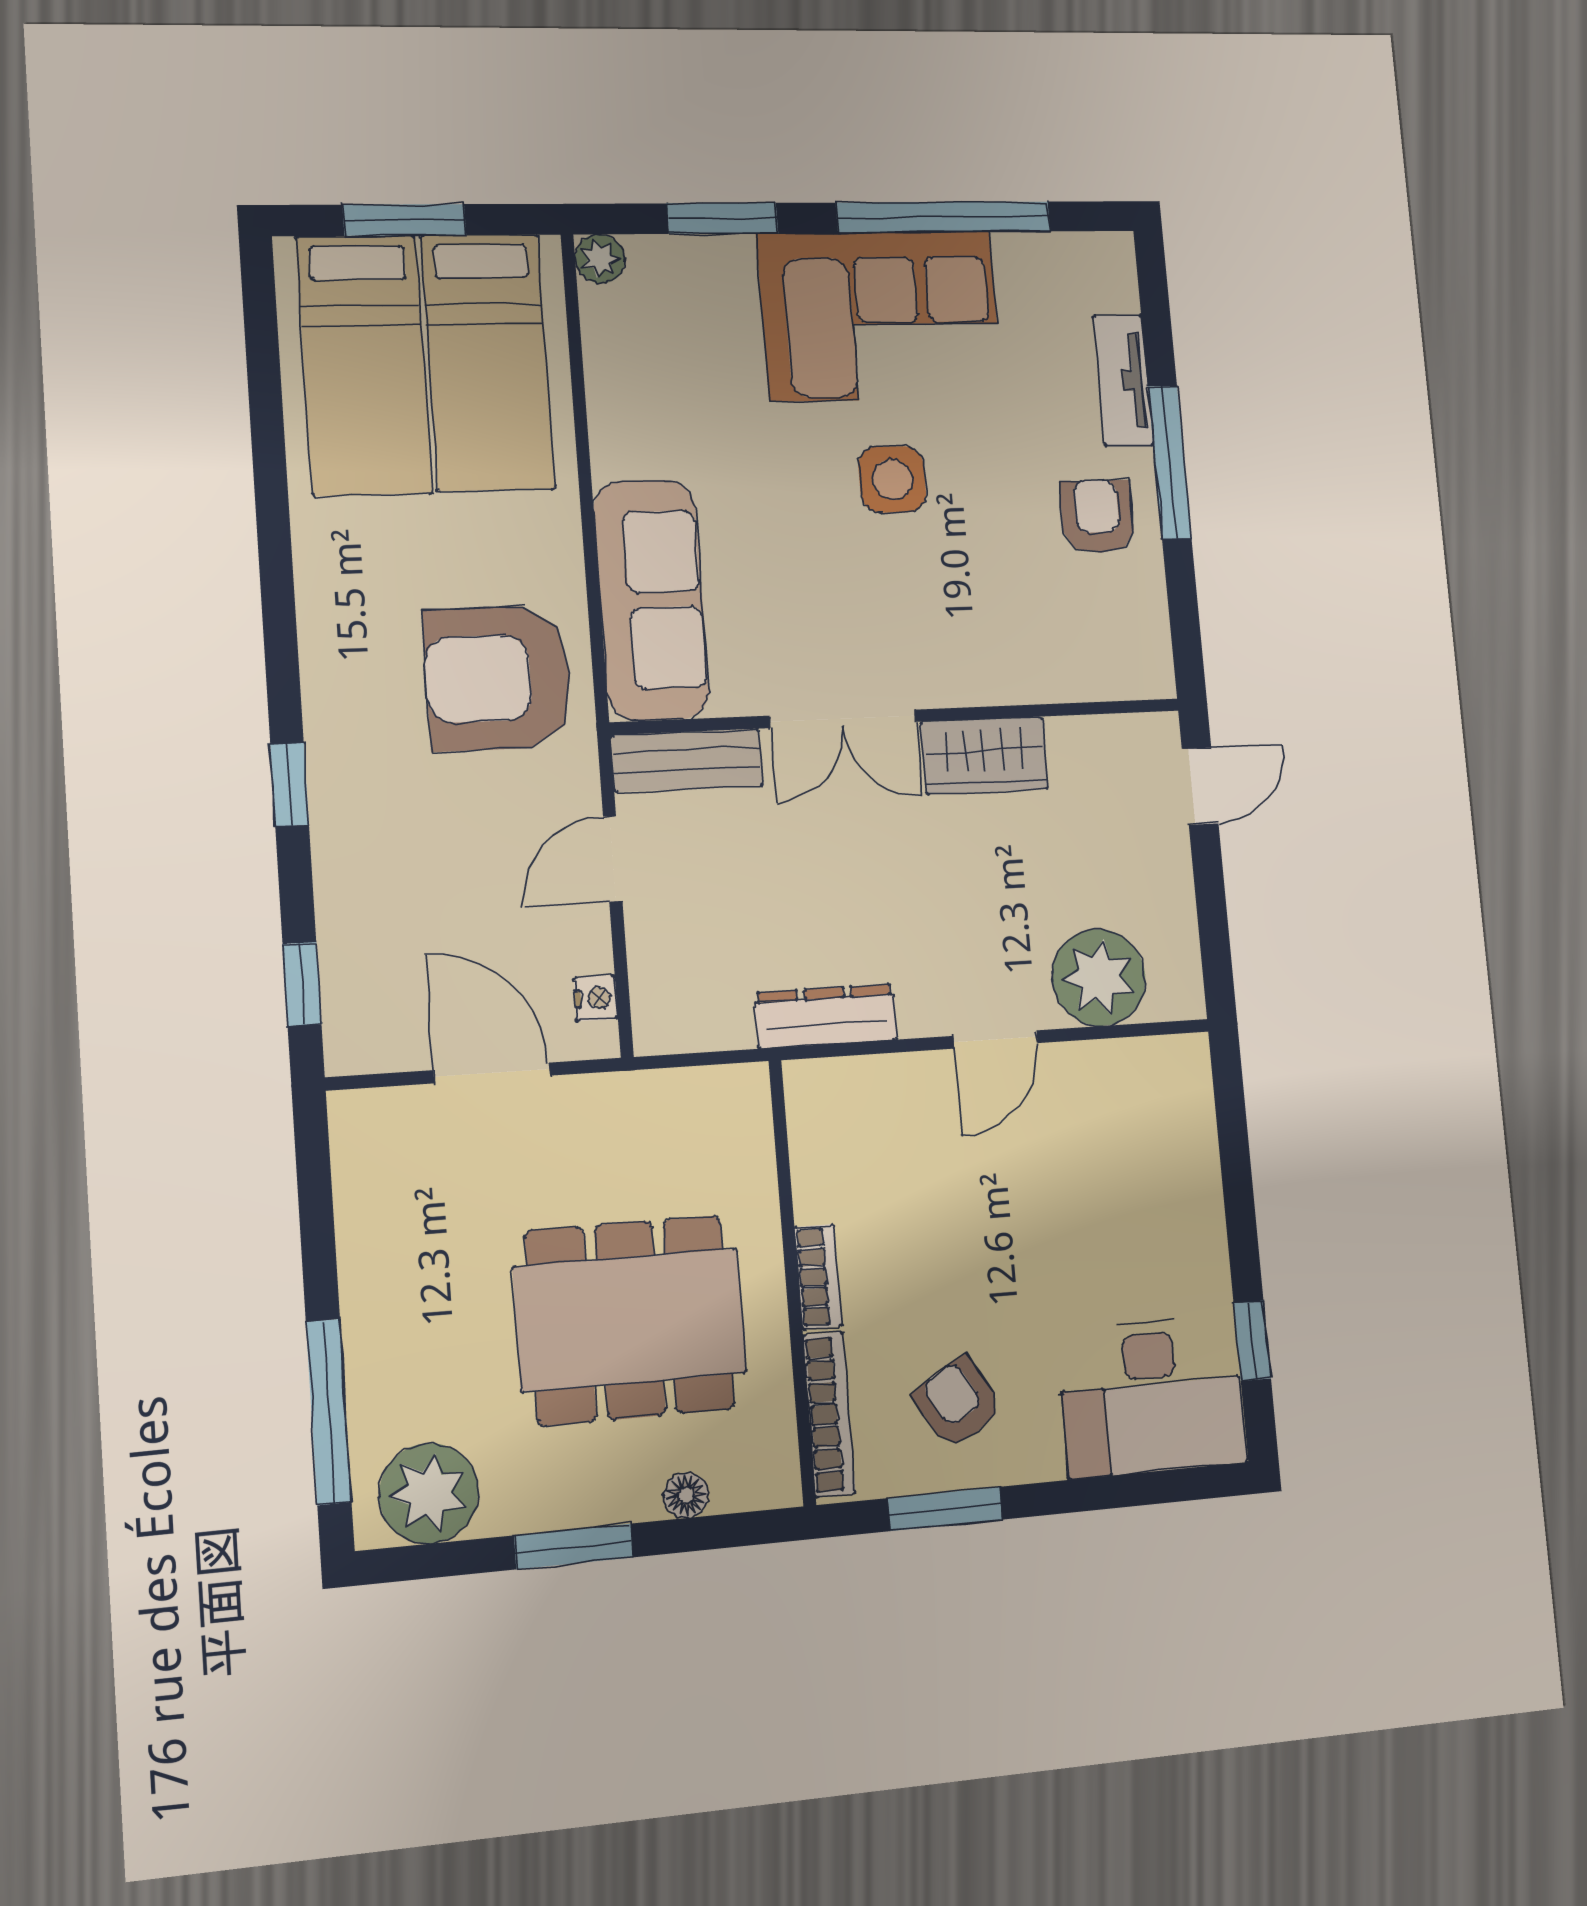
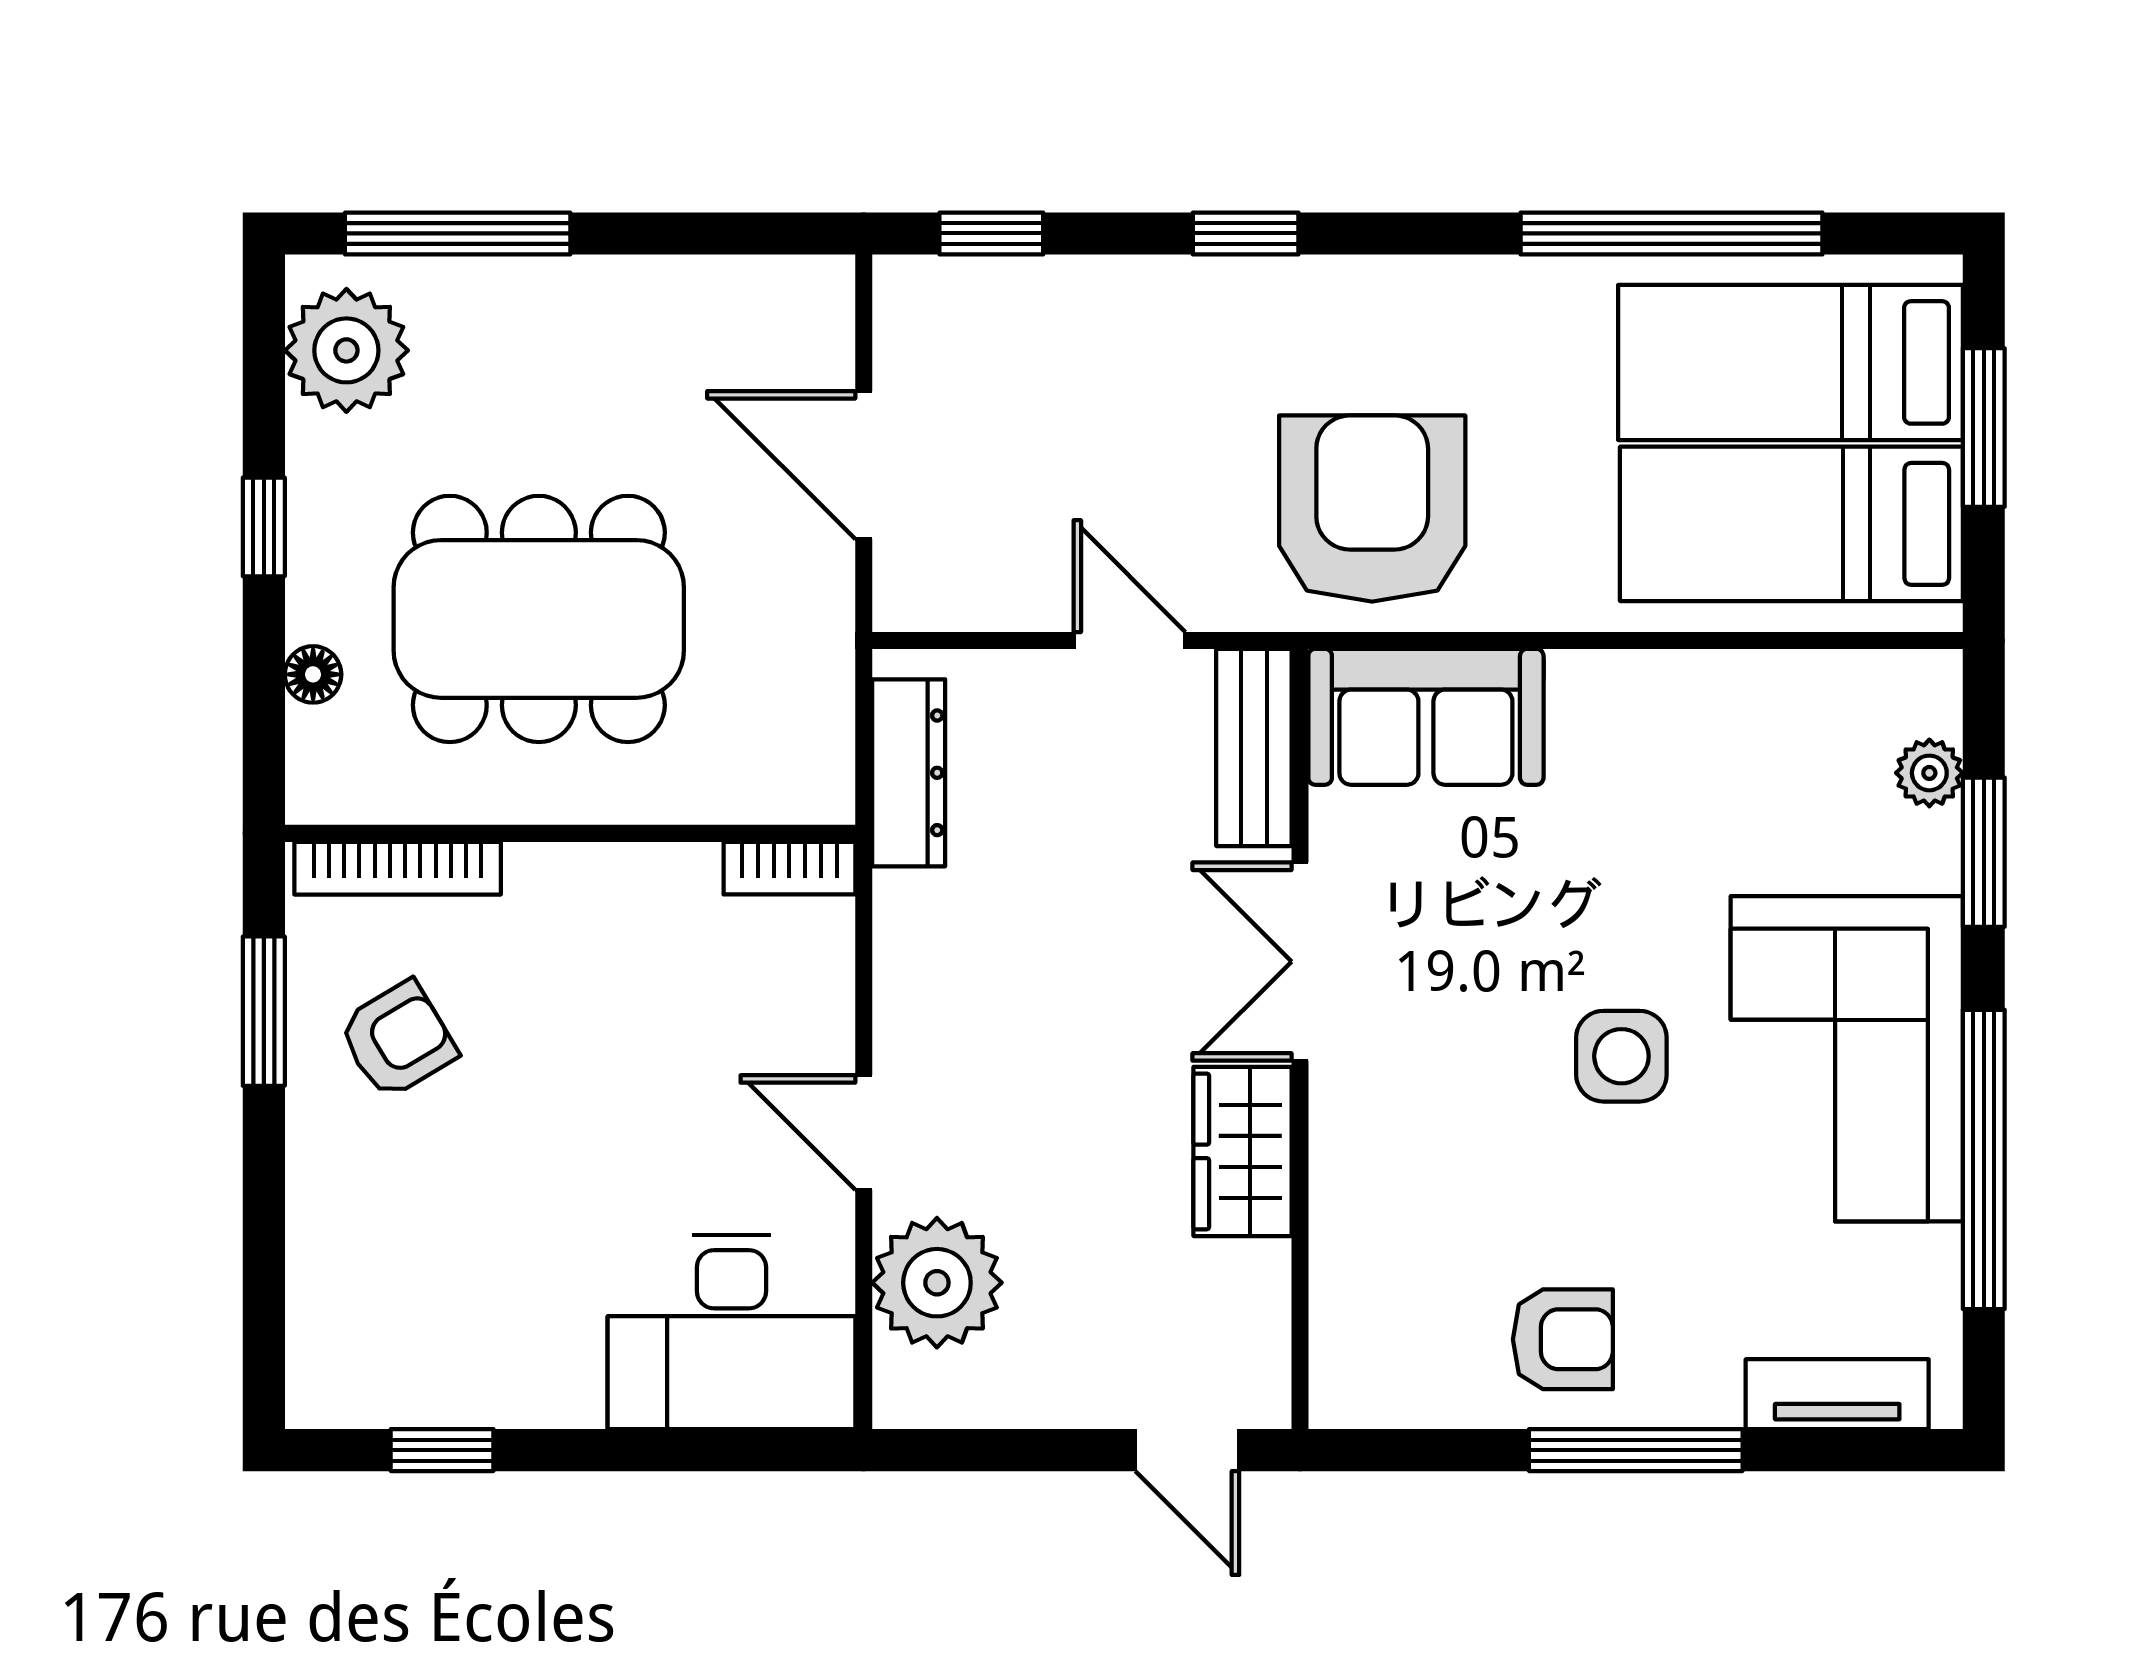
plant: (600, 259) -> (1929, 773), moved
tv unit: (1123, 381) -> (1837, 1394), moved
window: (269, 457) -> (1671, 233), added
sofa: (651, 600) -> (1426, 717), width x0.73
nightstand: (596, 998) -> (951, 605), removed
dresser: (826, 1016) -> (909, 773), moved
door: (492, 1073) -> (864, 465), swing flipped
bookcase: (818, 1277) -> (789, 868), moved
dining table: (630, 1320) -> (539, 619), turned 90
desk: (1152, 1396) -> (731, 1332), moved, turned -90
window: (574, 1546) -> (264, 527), width x0.67

